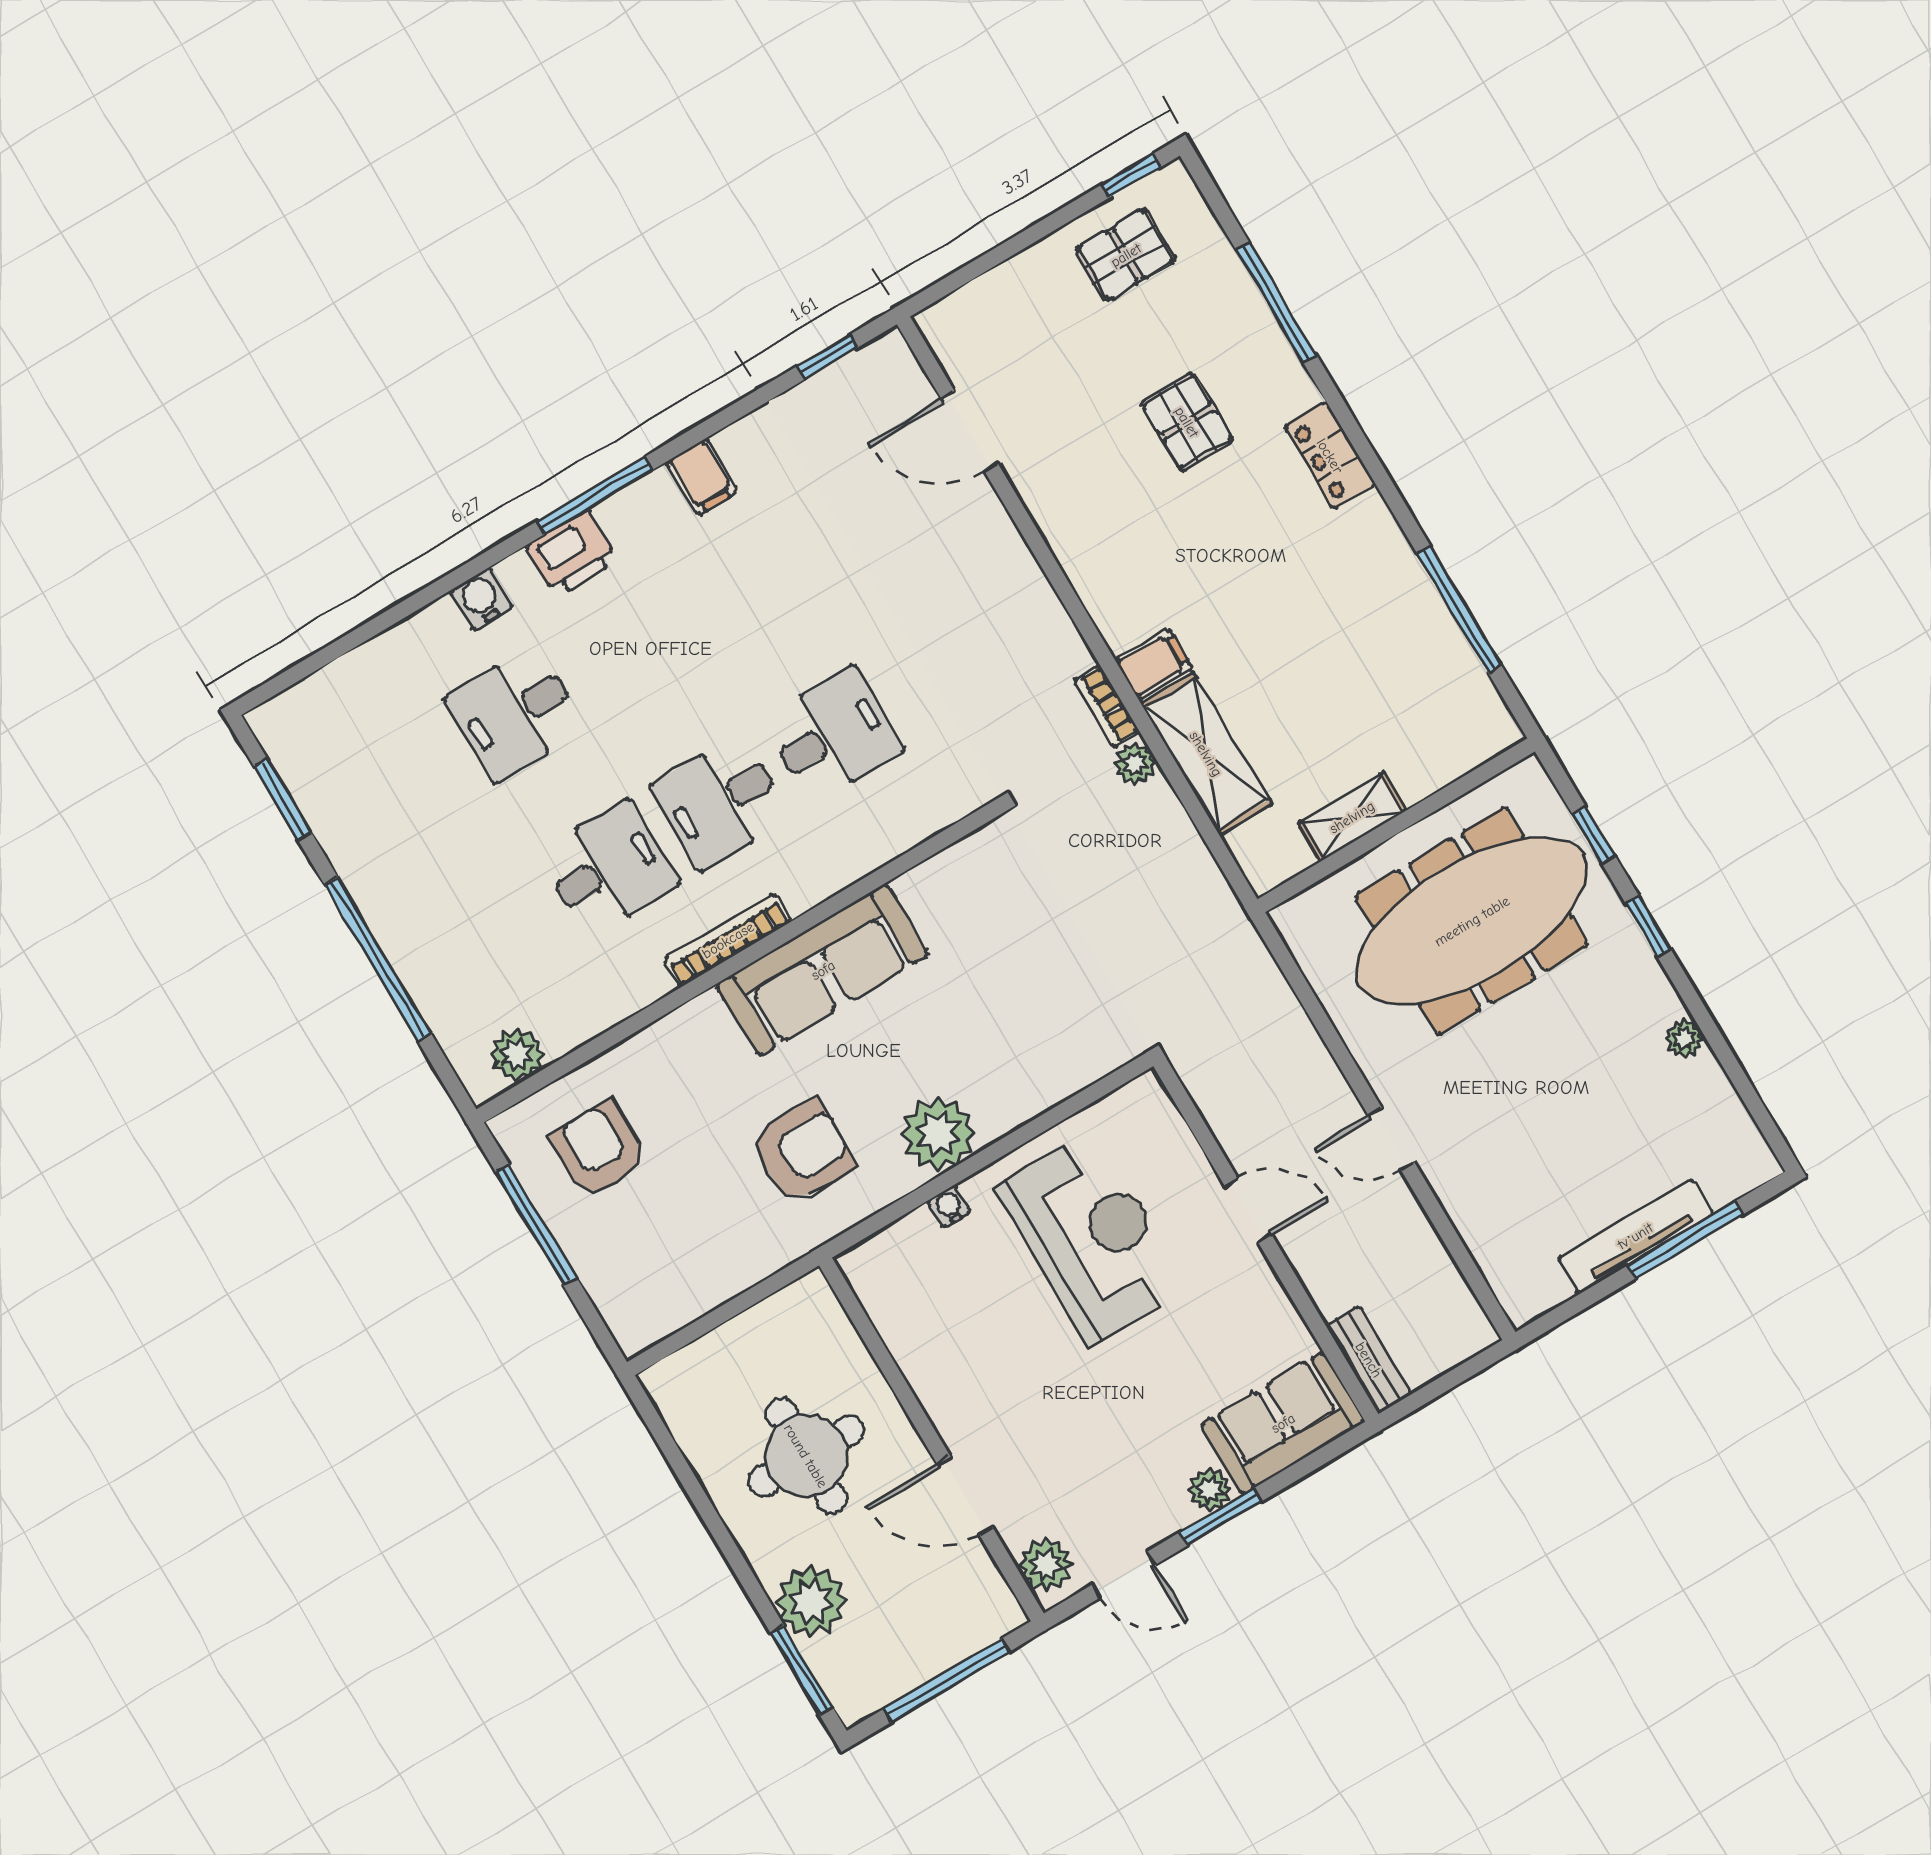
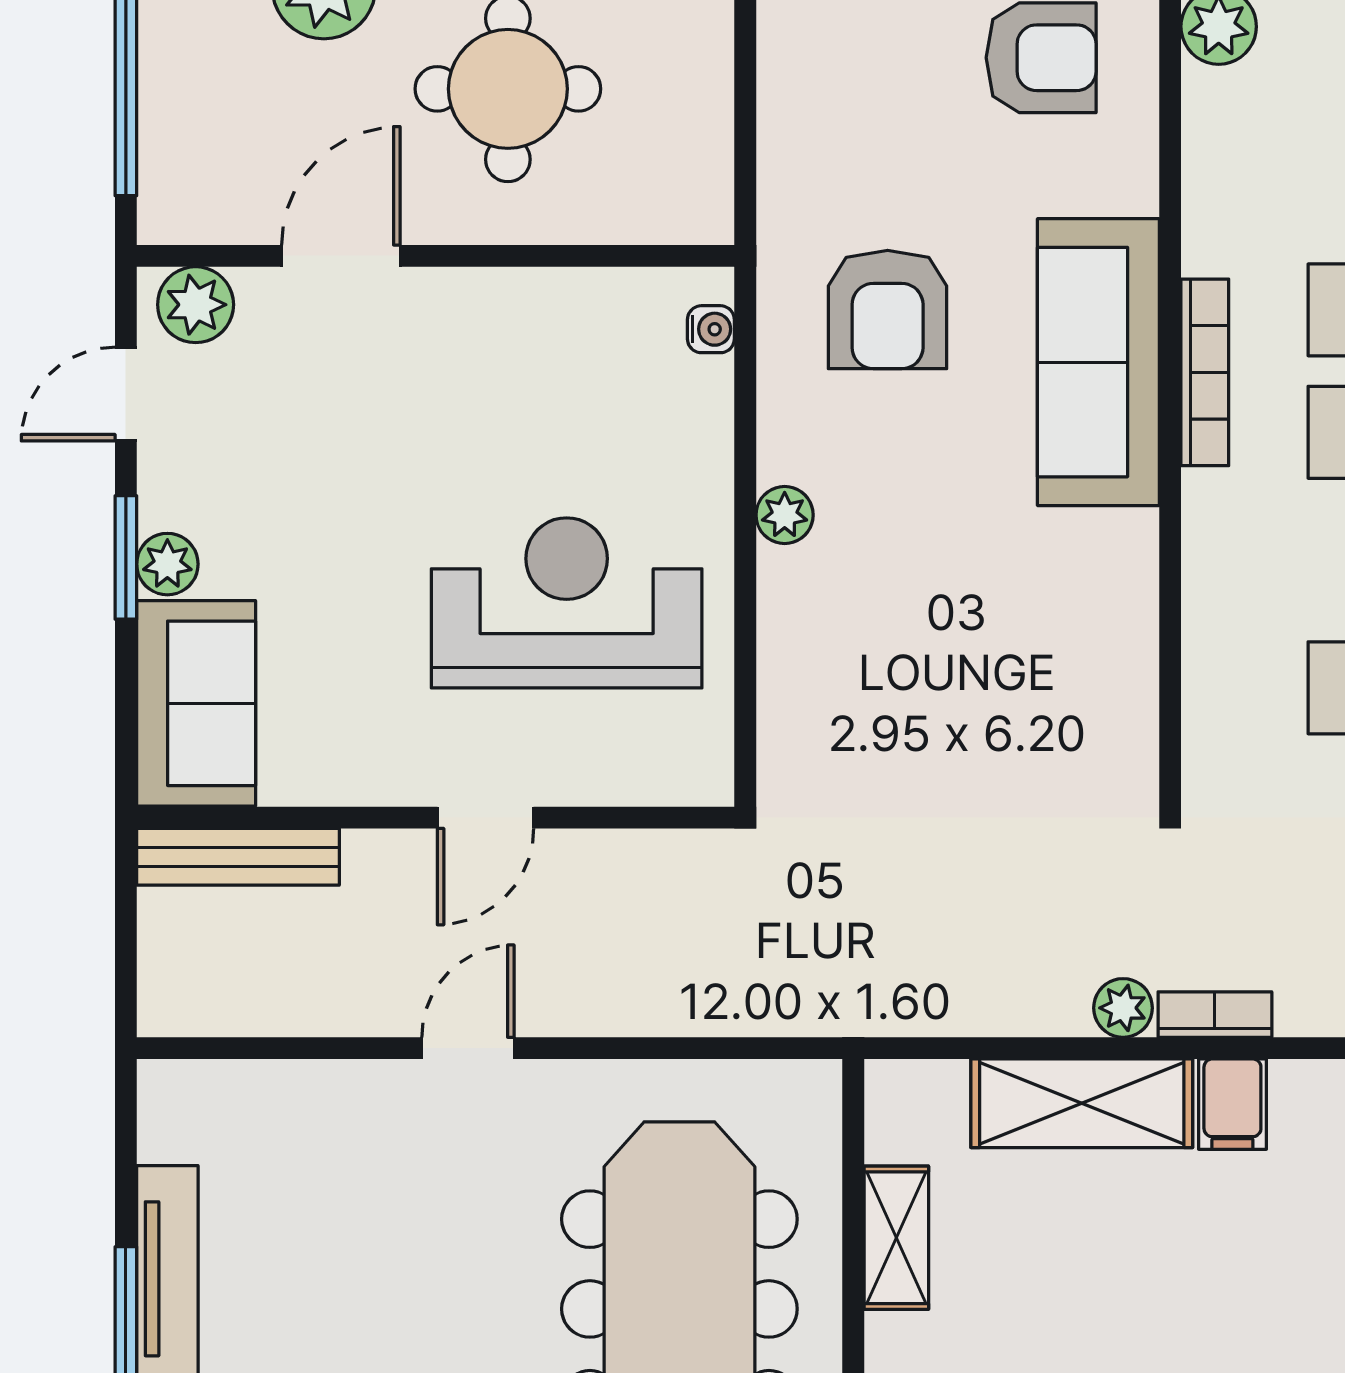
sofa: (823, 970) -> (1098, 362), moved
plant: (938, 1134) -> (785, 515), width x0.53, depth x0.53
water cooler: (949, 1207) -> (711, 329), moved
reception desk: (1091, 1238) -> (567, 603), turned 180
bench: (1369, 1360) -> (238, 857), width x1.36

